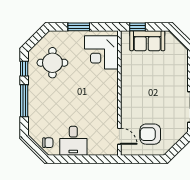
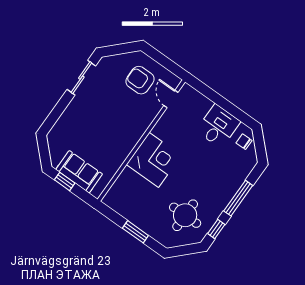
window: (138, 27) -> (65, 181), moved
corner desk: (101, 52) -> (154, 160), moved
armchair: (150, 134) -> (140, 80), turned 180

